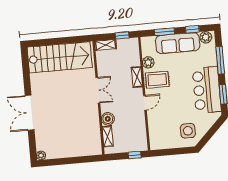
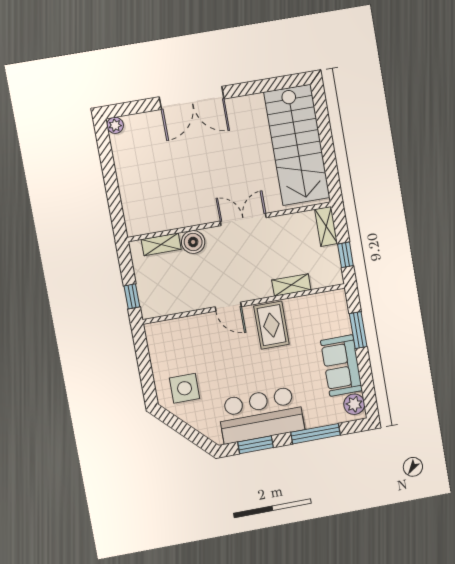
window: (192, 29) -> (366, 379), removed
sofa: (178, 43) -> (341, 366), width x0.73
plant: (148, 62) -> (301, 306), removed
shelving: (137, 77) -> (291, 285), moved
double door: (98, 90) -> (243, 219), swing flipped
double door: (30, 113) -> (192, 98), swing flipped

